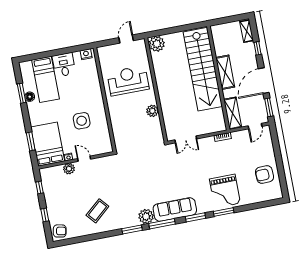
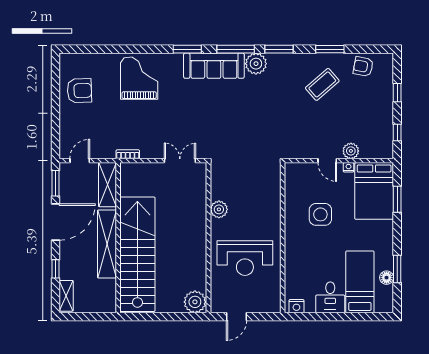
shelving: (225, 72) -> (107, 244), width x1.47
floor lamp: (30, 97) -> (387, 278), moved
window: (224, 212) -> (330, 49), moved
armchair: (60, 231) -> (363, 67), moved

